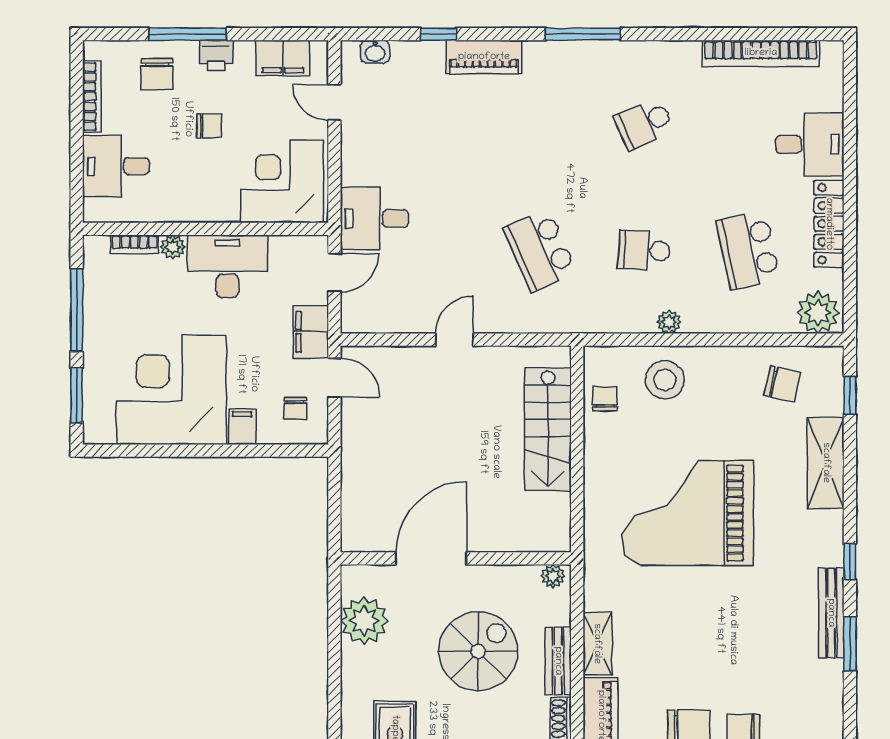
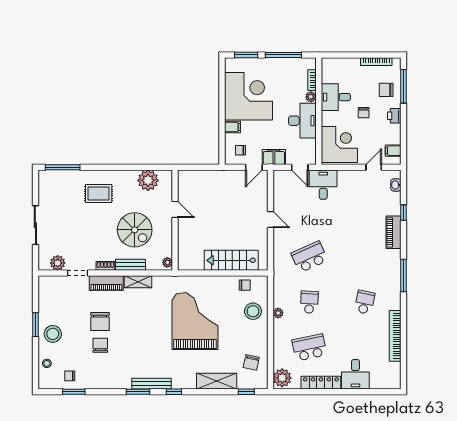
window: (188, 34) -> (404, 86), moved
bookcase: (761, 53) -> (395, 336), moved
filing cabinet: (283, 58) -> (393, 151), width x0.50
school desk: (644, 123) -> (365, 302), turned 36
desk: (116, 166) -> (336, 97), moved, turned -90
door: (431, 558) -> (175, 209), width x0.53

